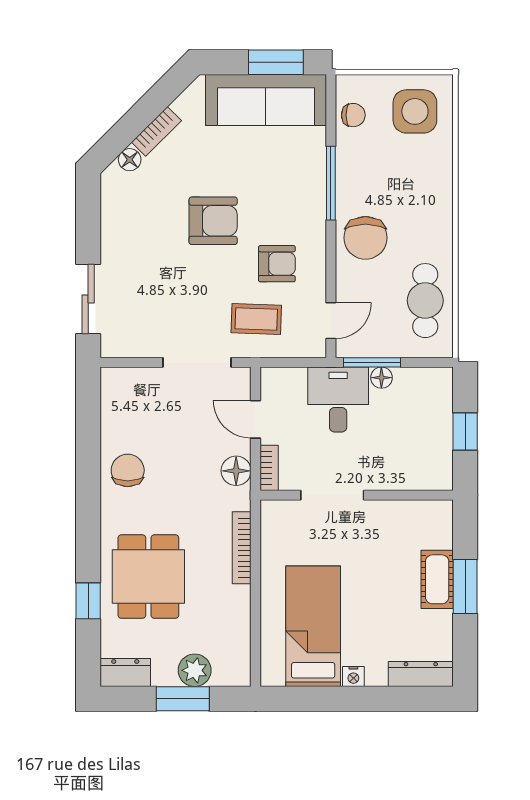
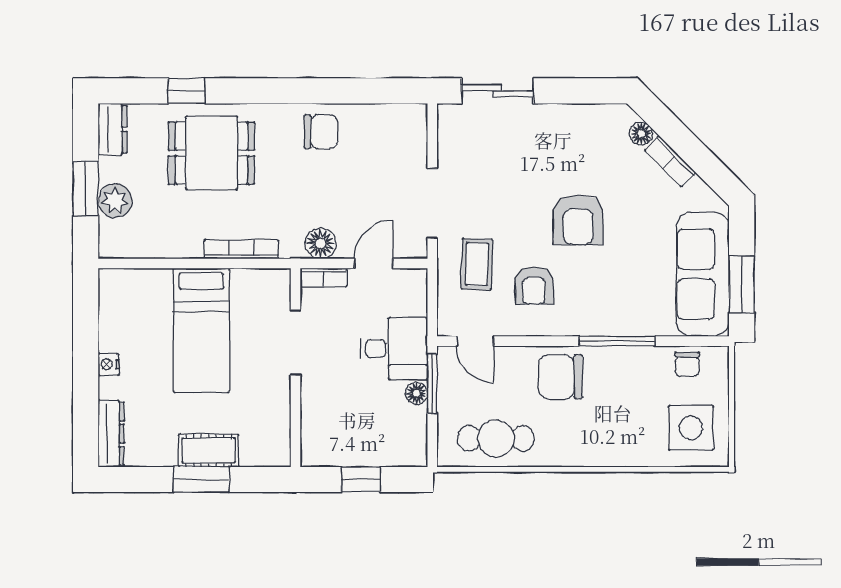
bed: (313, 626) -> (201, 330), moved, turned 90

